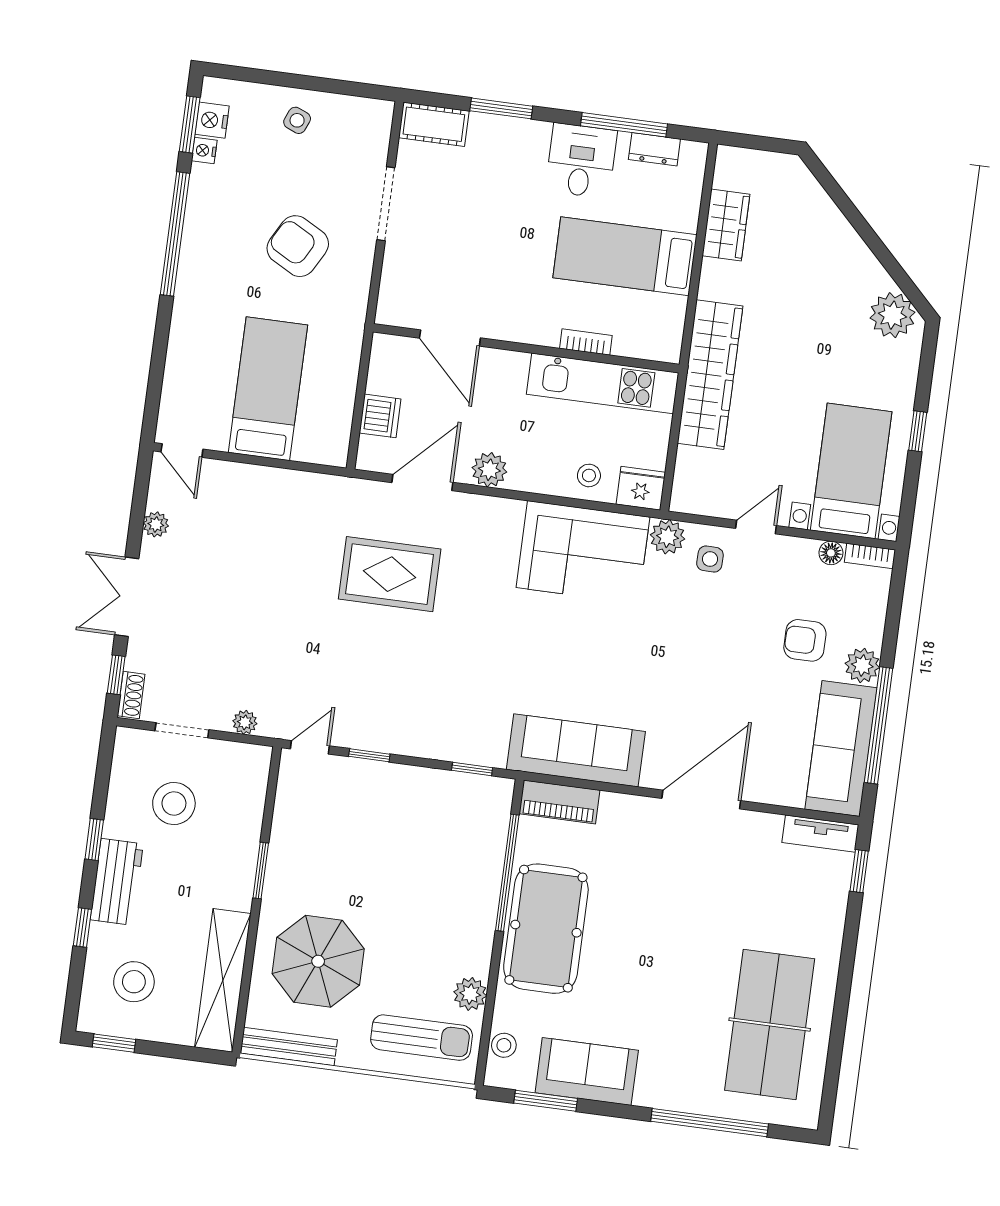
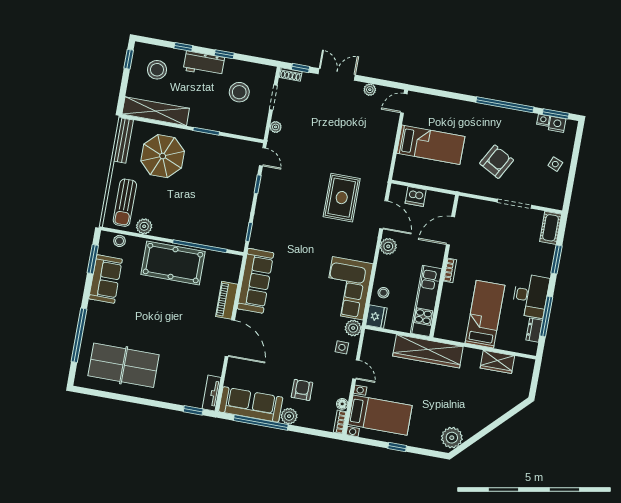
desk: (581, 161) -> (530, 296), width x1.37
bookcase: (586, 342) -> (450, 270), moved
piano: (560, 802) -> (227, 300), moved

